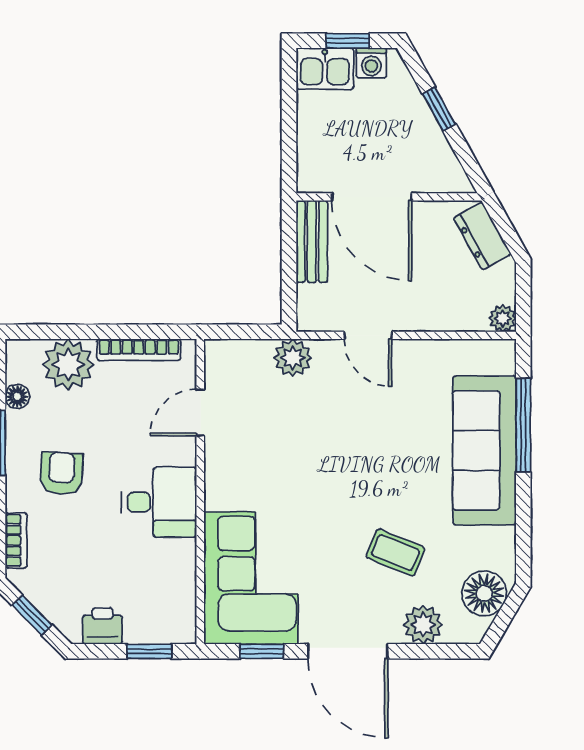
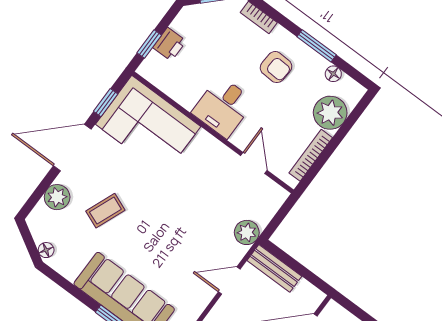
bench: (312, 242) -> (274, 268), moved
floor lamp: (484, 593) -> (46, 250), width x0.53, depth x0.53
printer: (102, 626) -> (169, 44), moved

